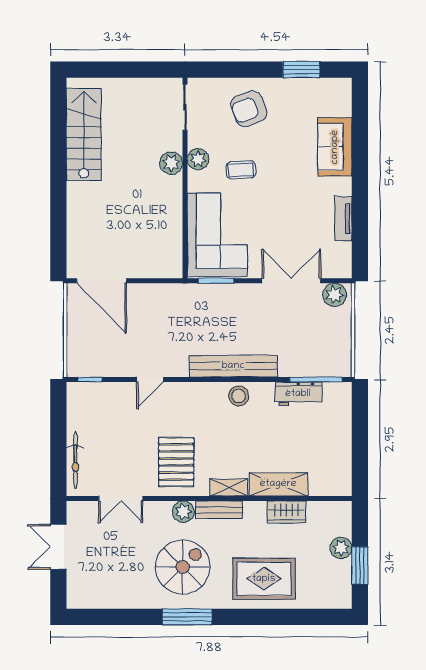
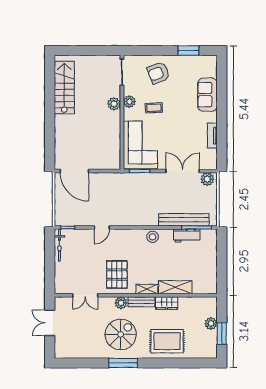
bench: (233, 366) -> (184, 220), moved
bicycle: (75, 460) -> (59, 245), moved
wardrobe: (286, 512) -> (167, 303), moved

